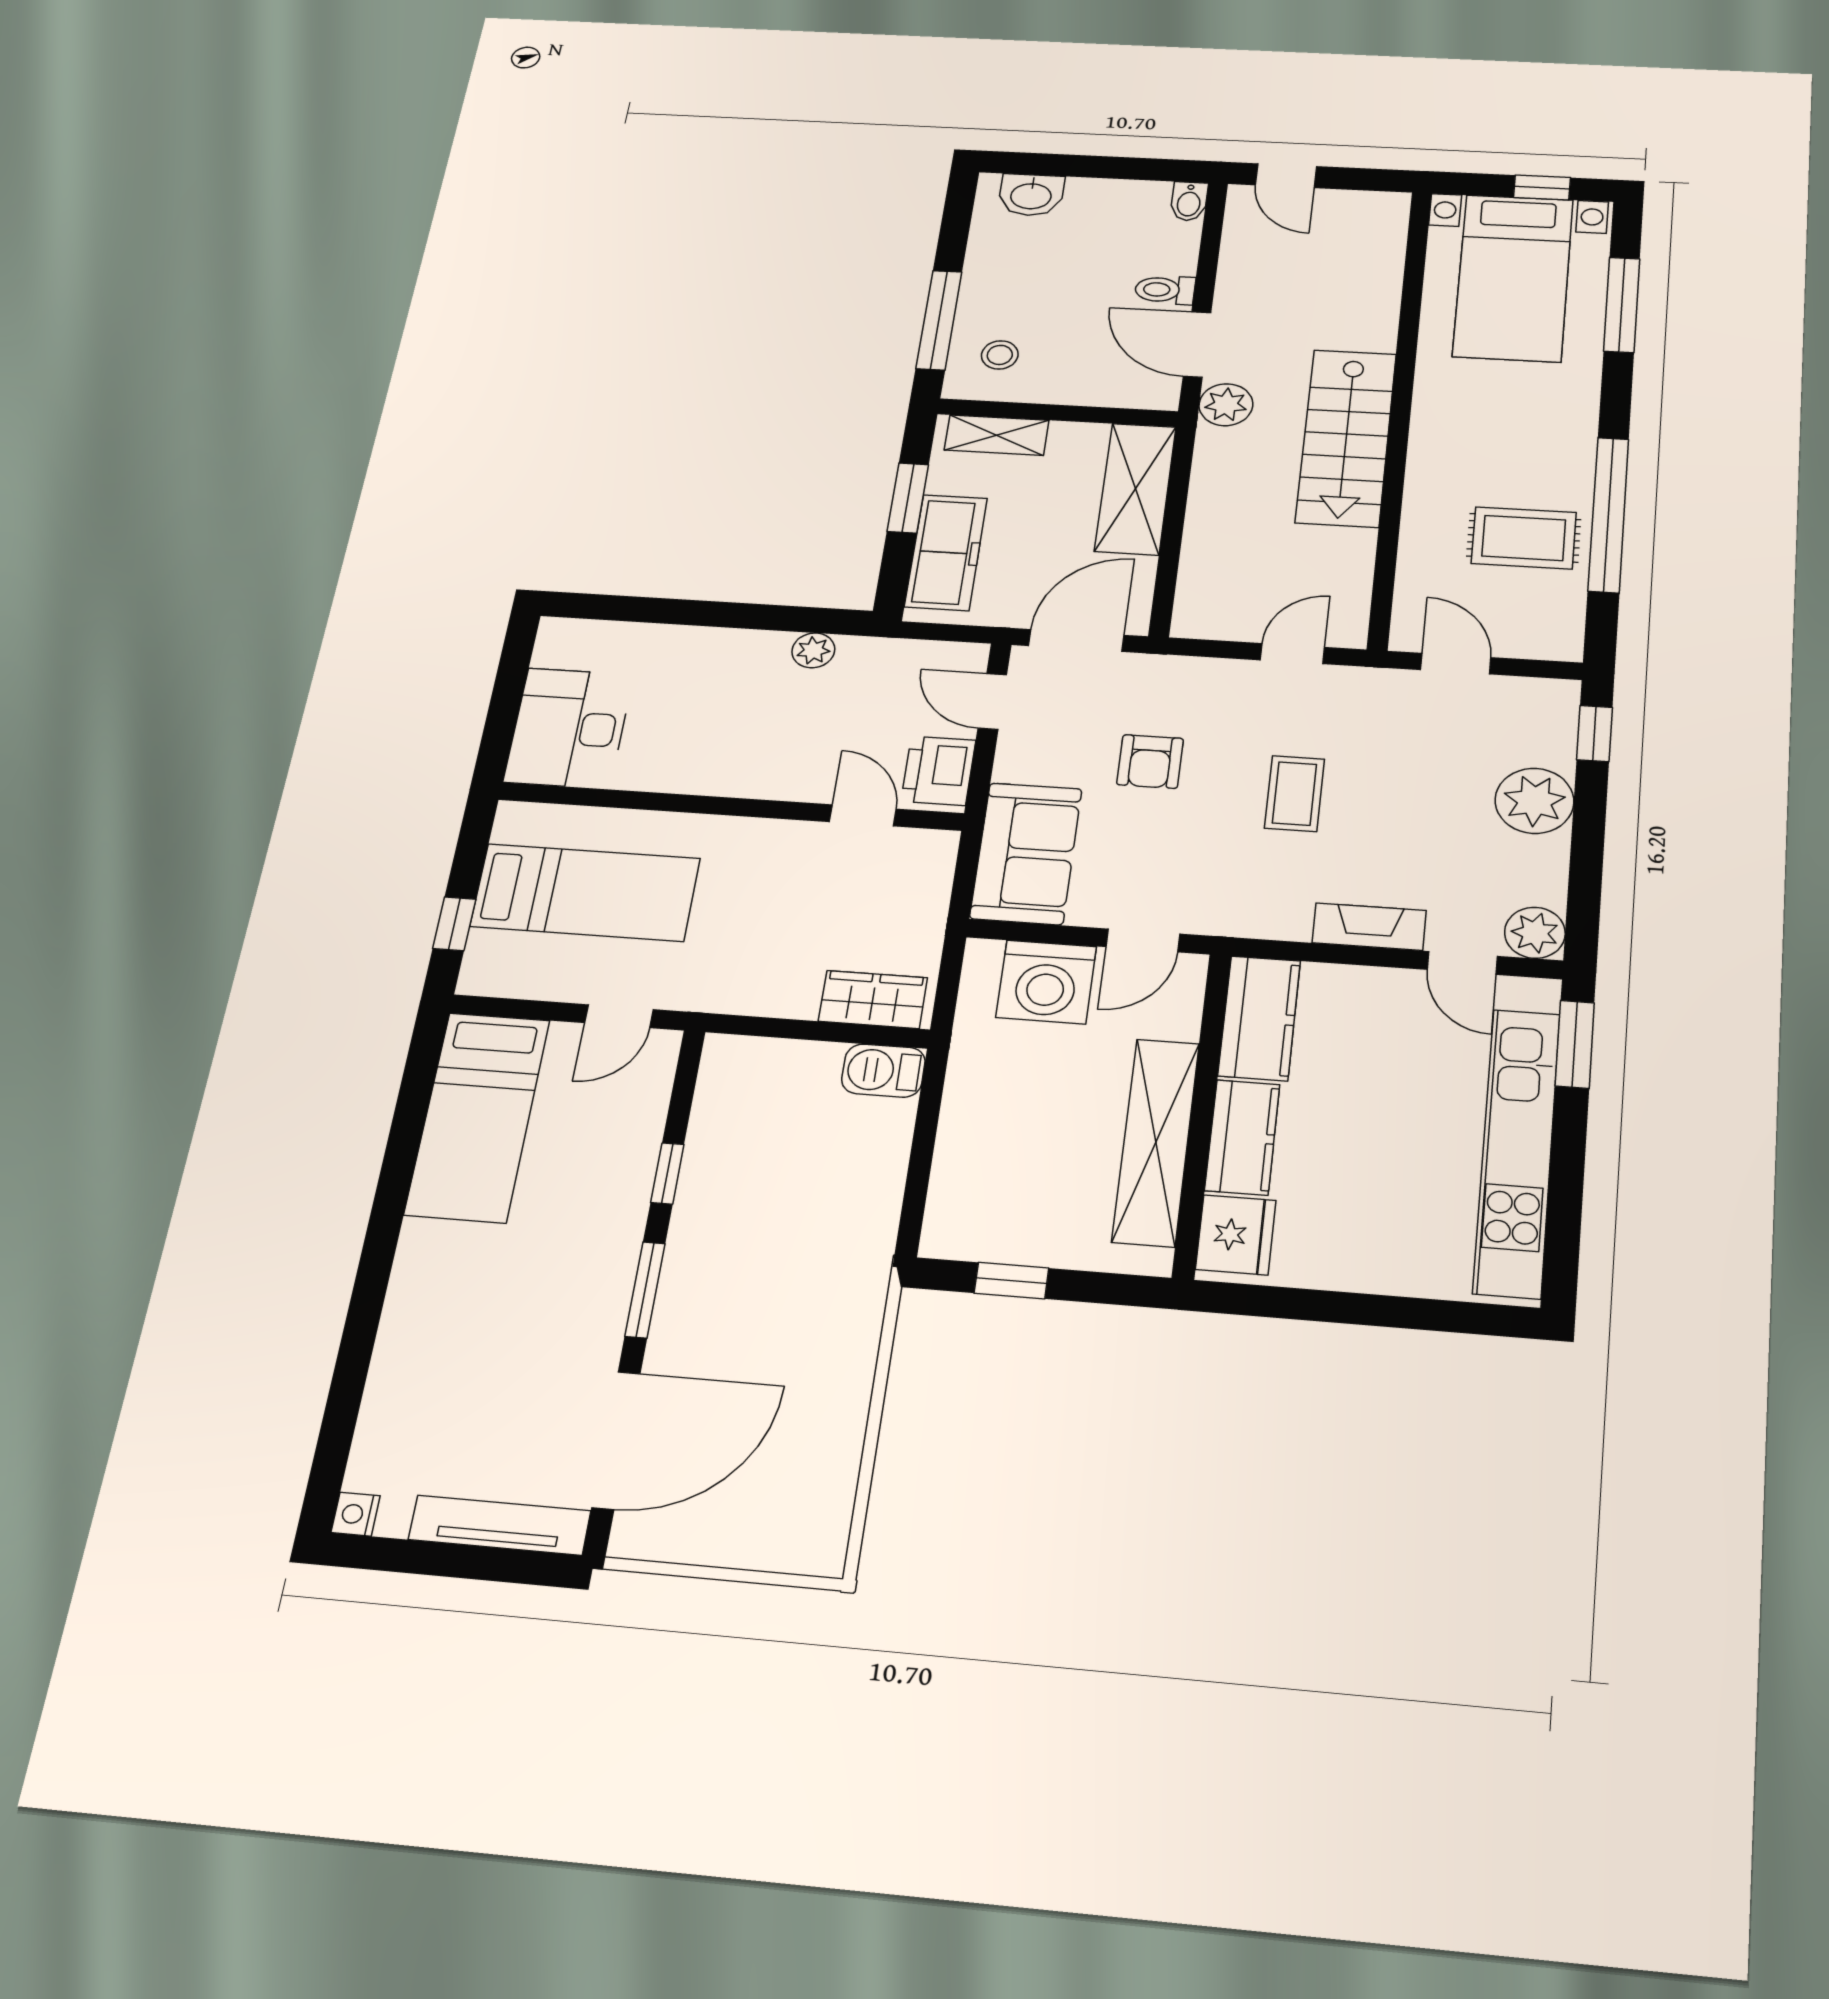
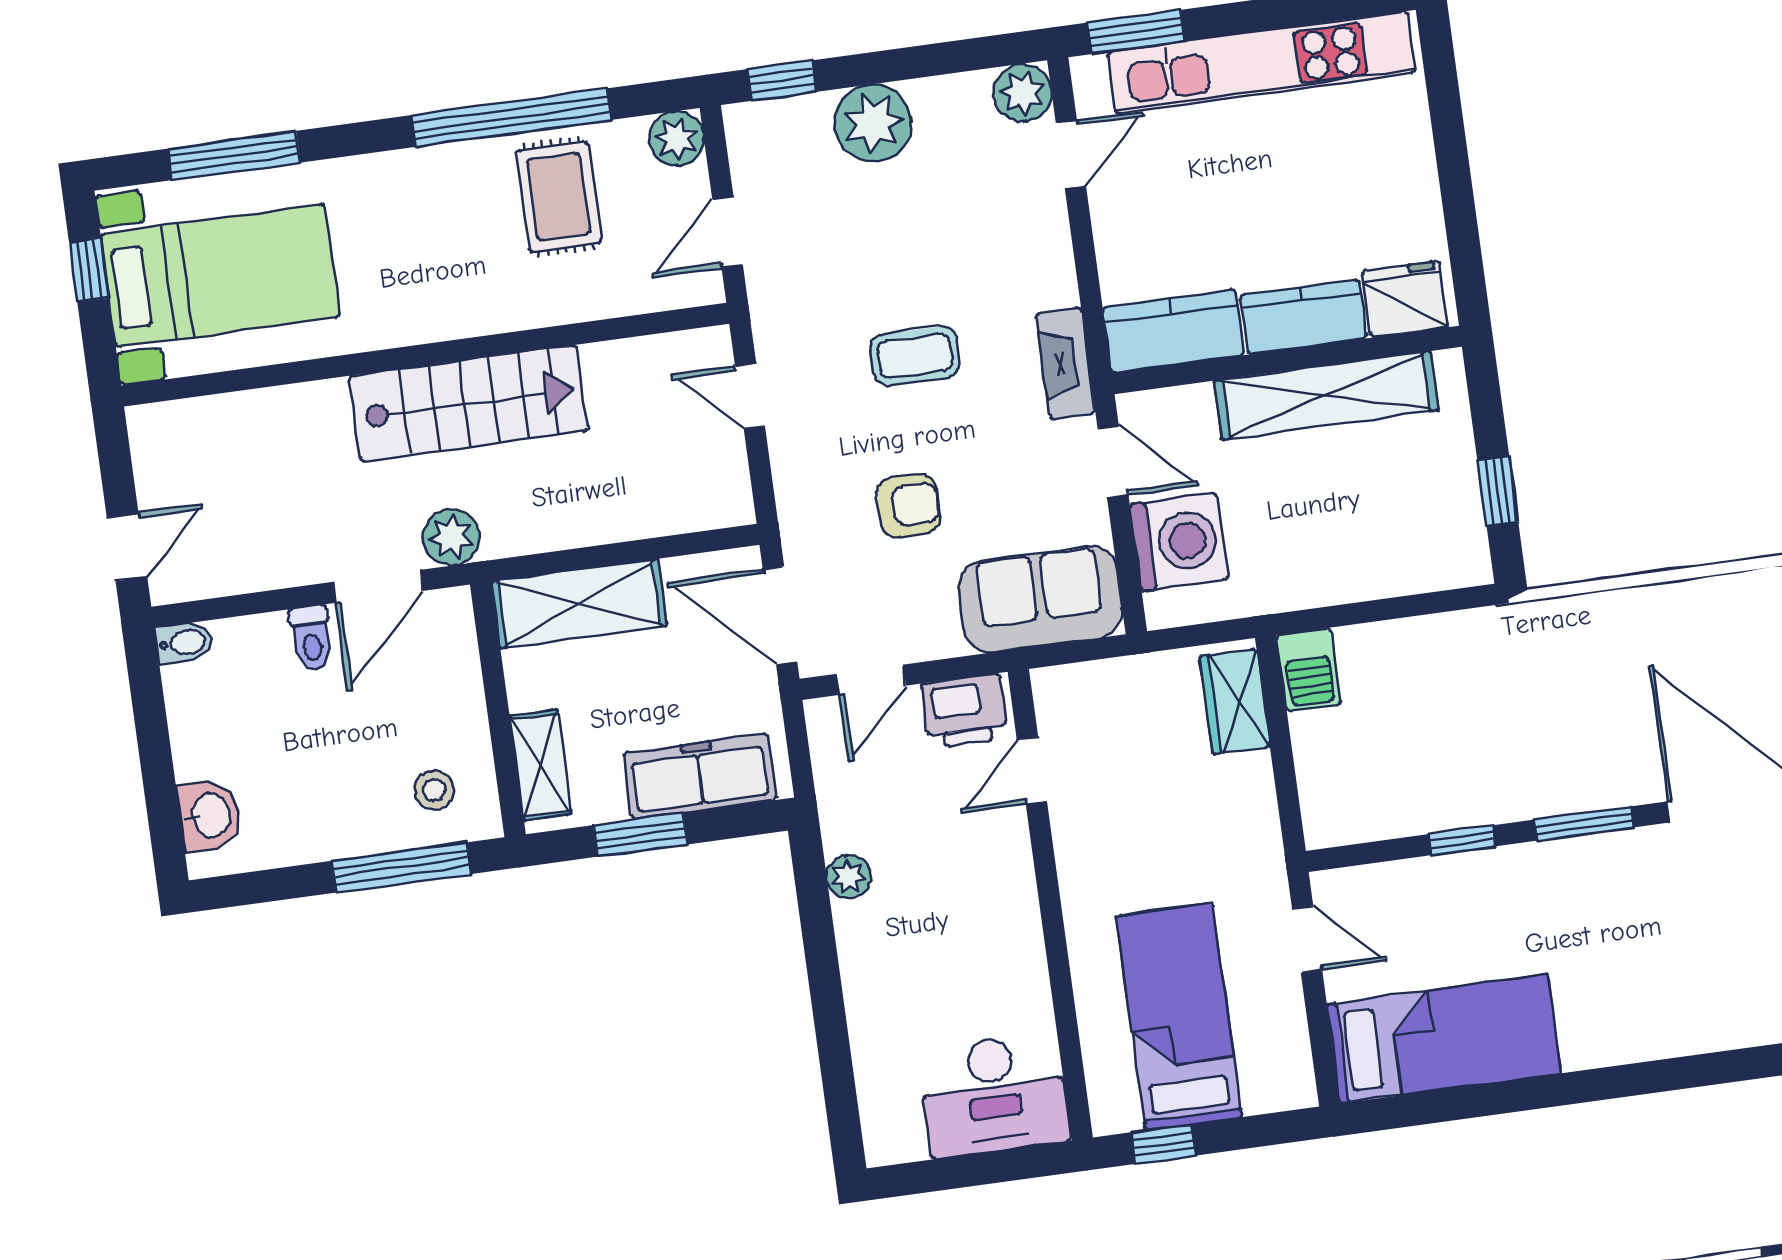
plant: (1557, 639) -> (676, 139), added
window: (454, 924) -> (1163, 1144), moved
fireplace: (1369, 927) -> (1066, 363), moved

